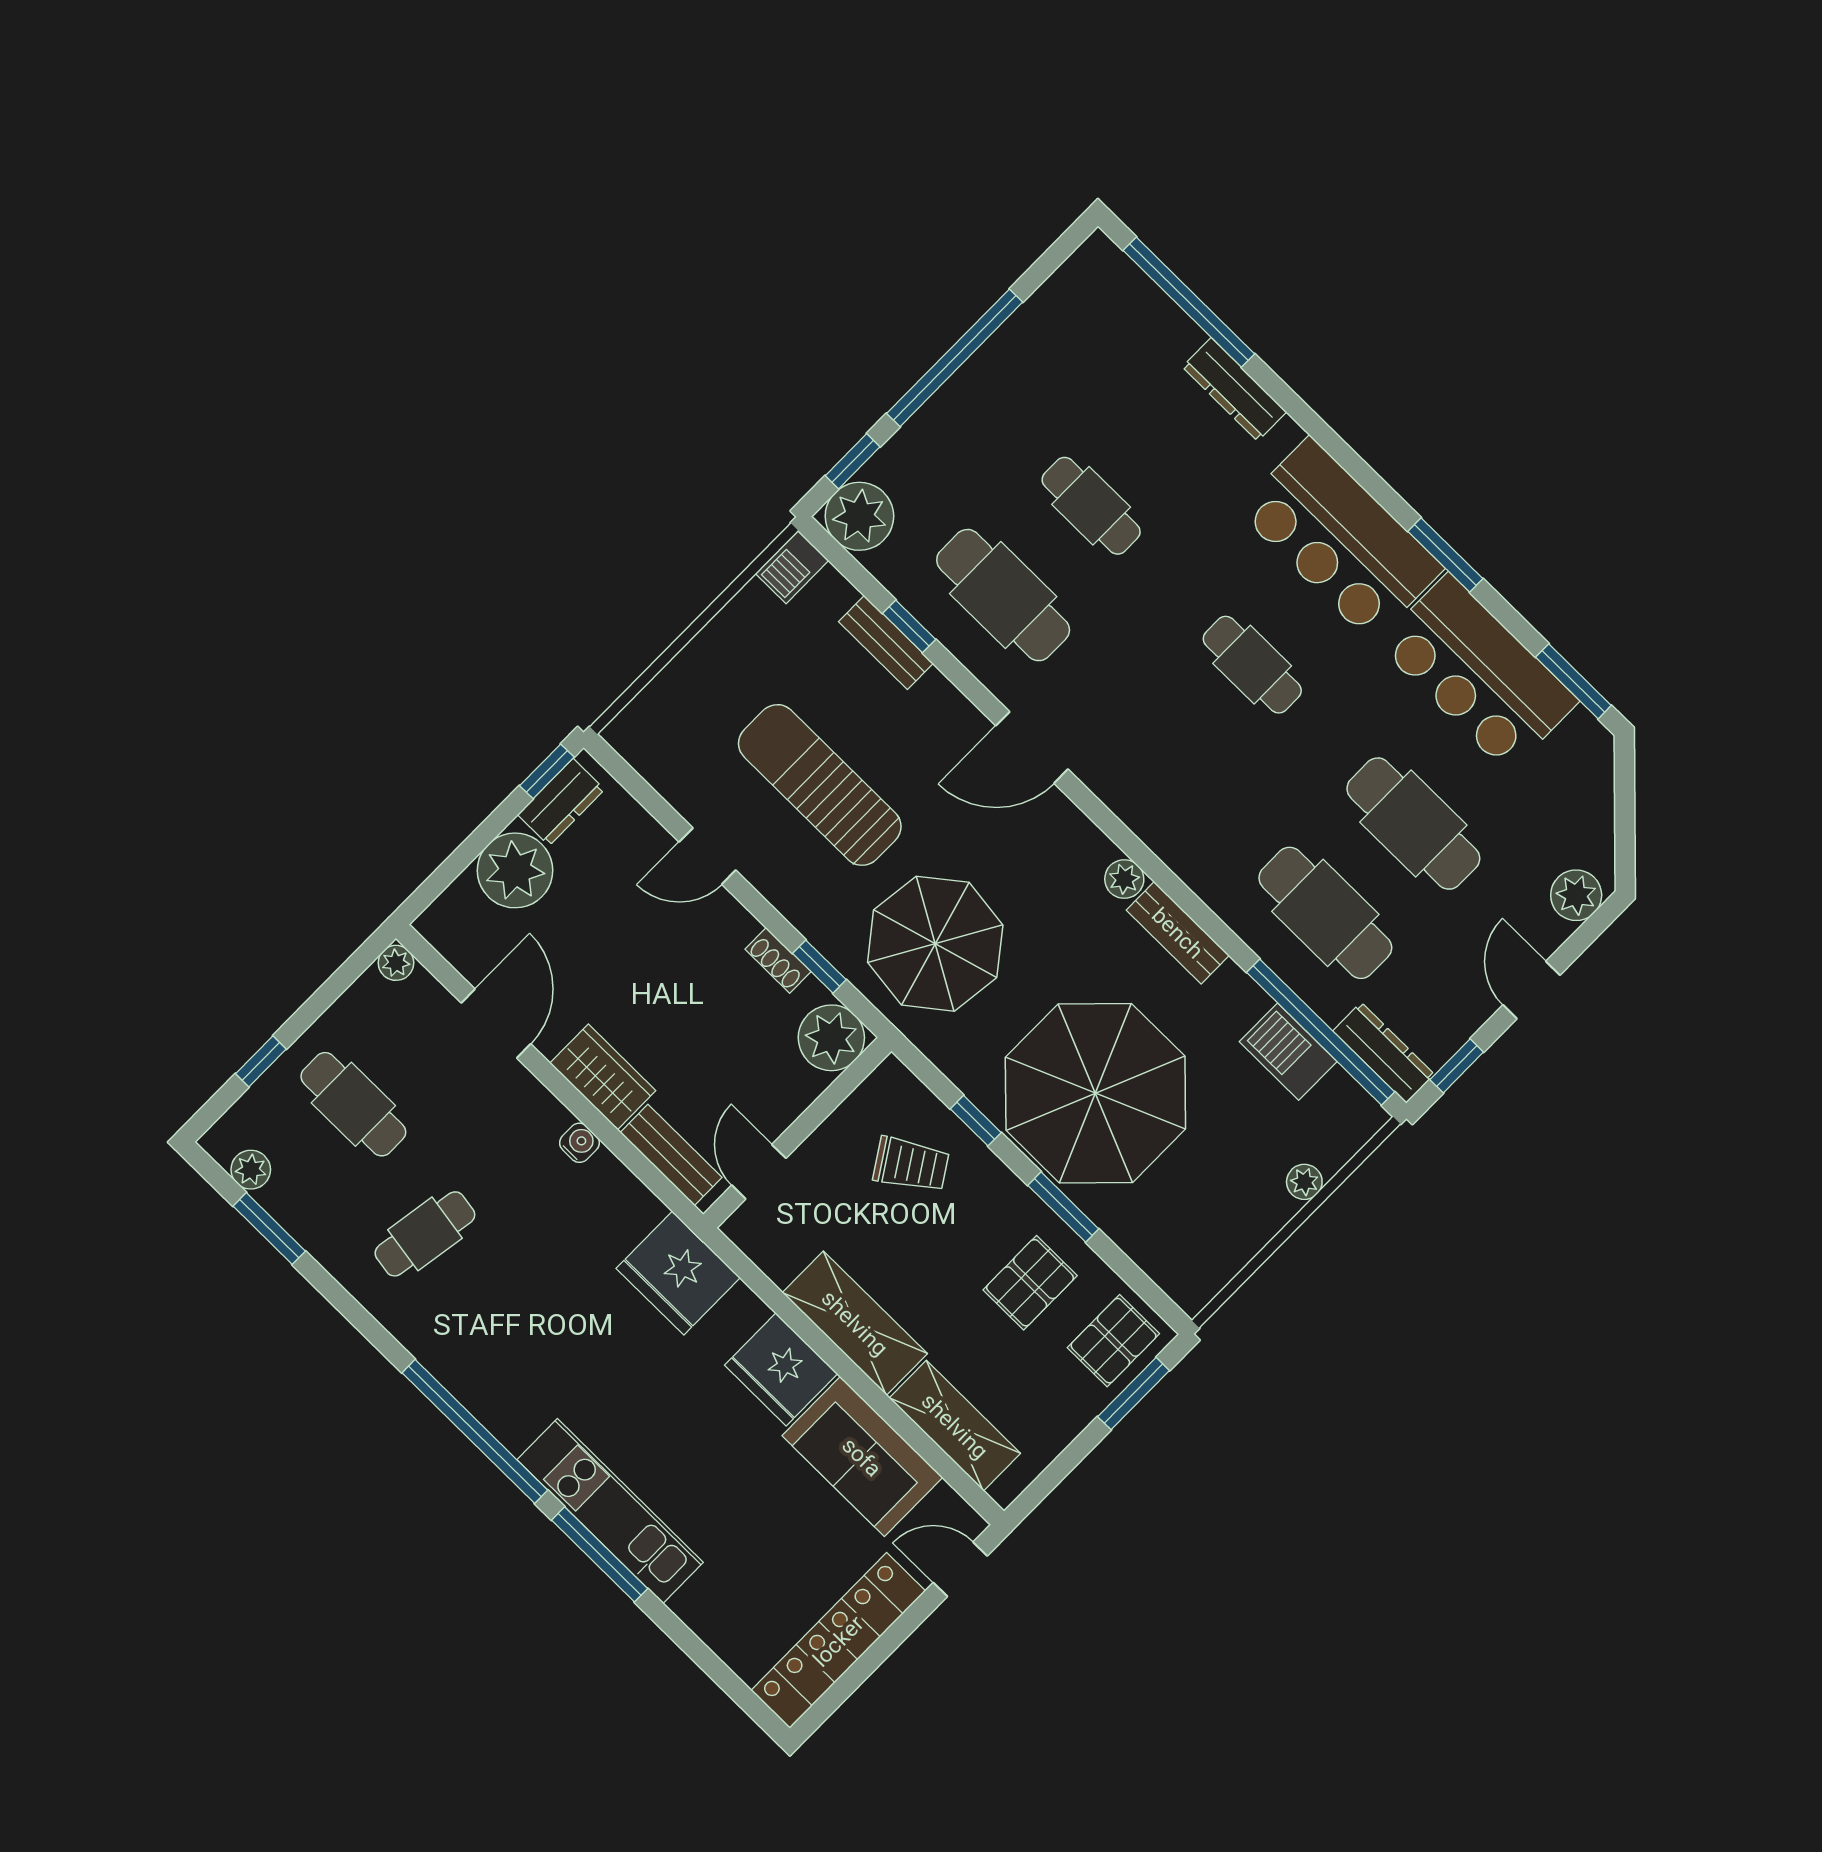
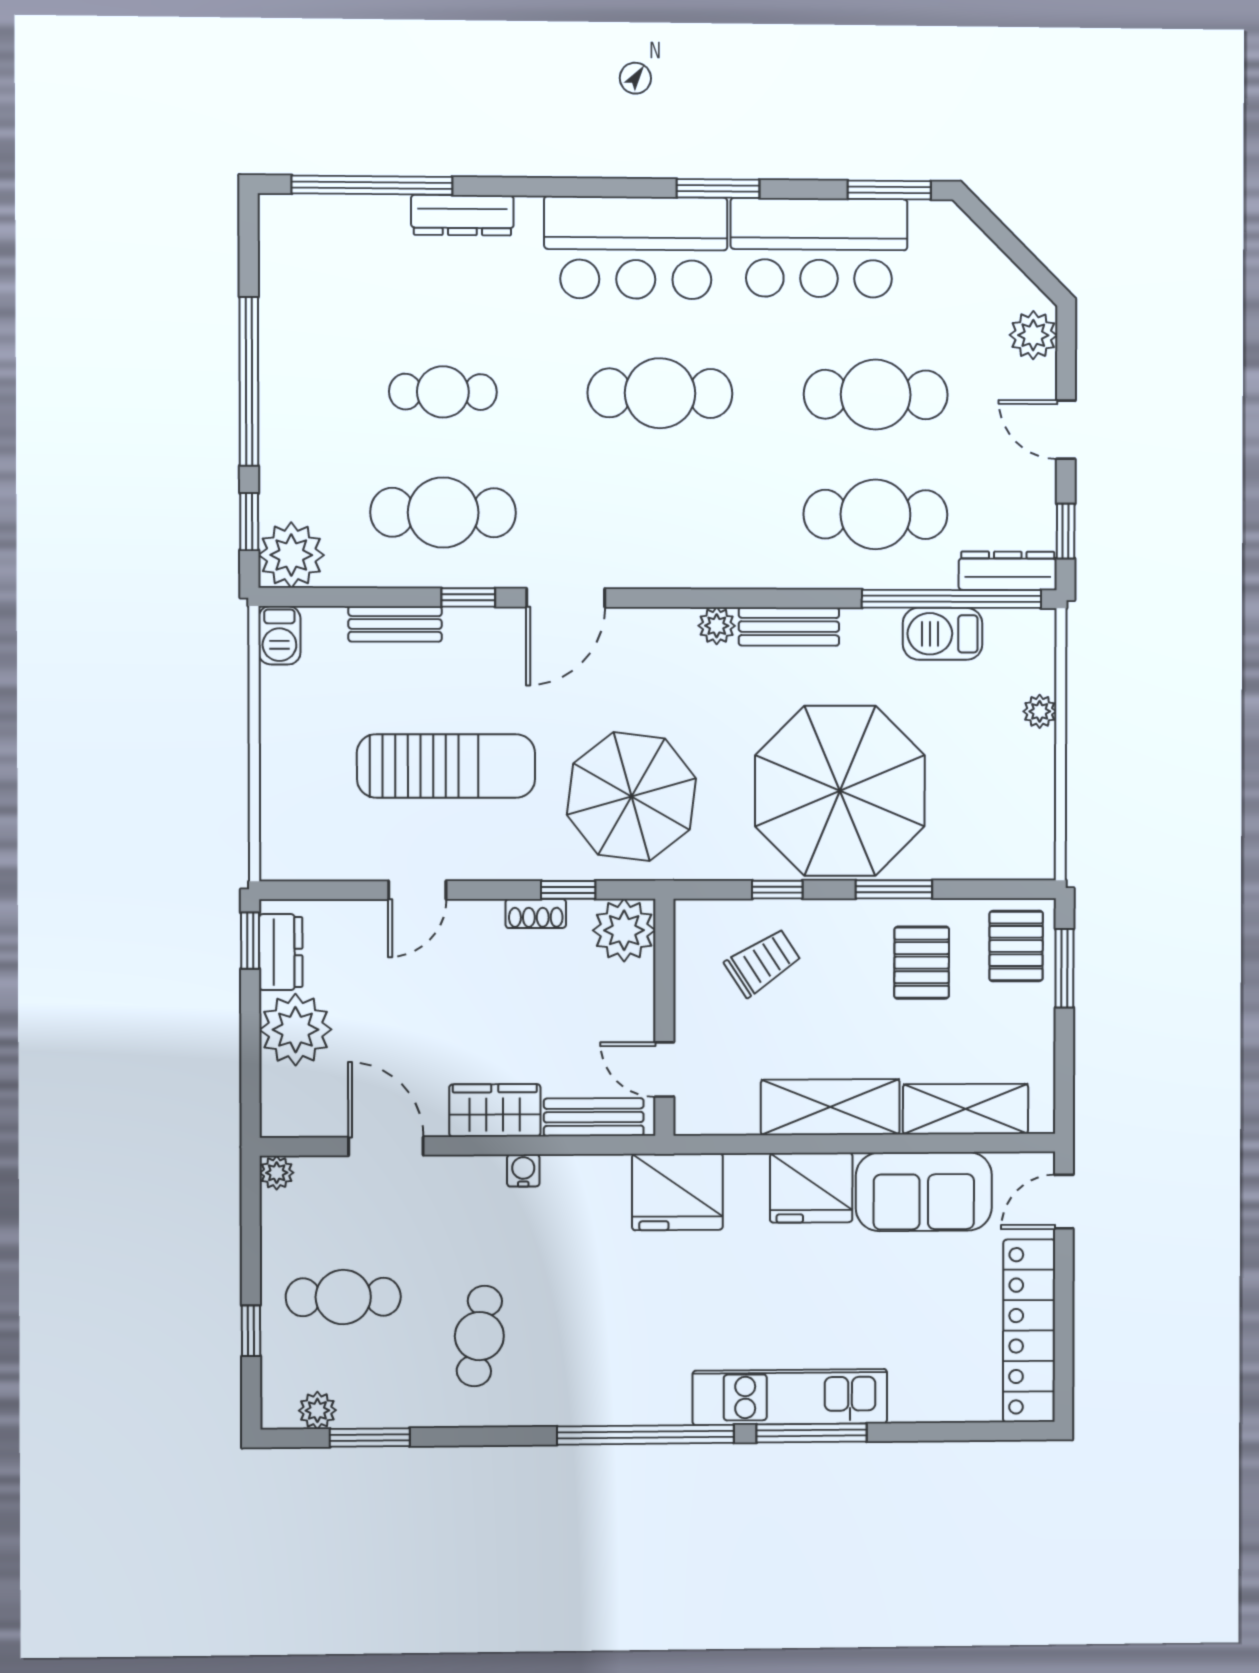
window: (909, 626) -> (468, 597), moved
cafe table: (1252, 665) -> (660, 393), width x1.37, depth x1.35
sun lounger: (820, 785) -> (446, 766), turned 180

